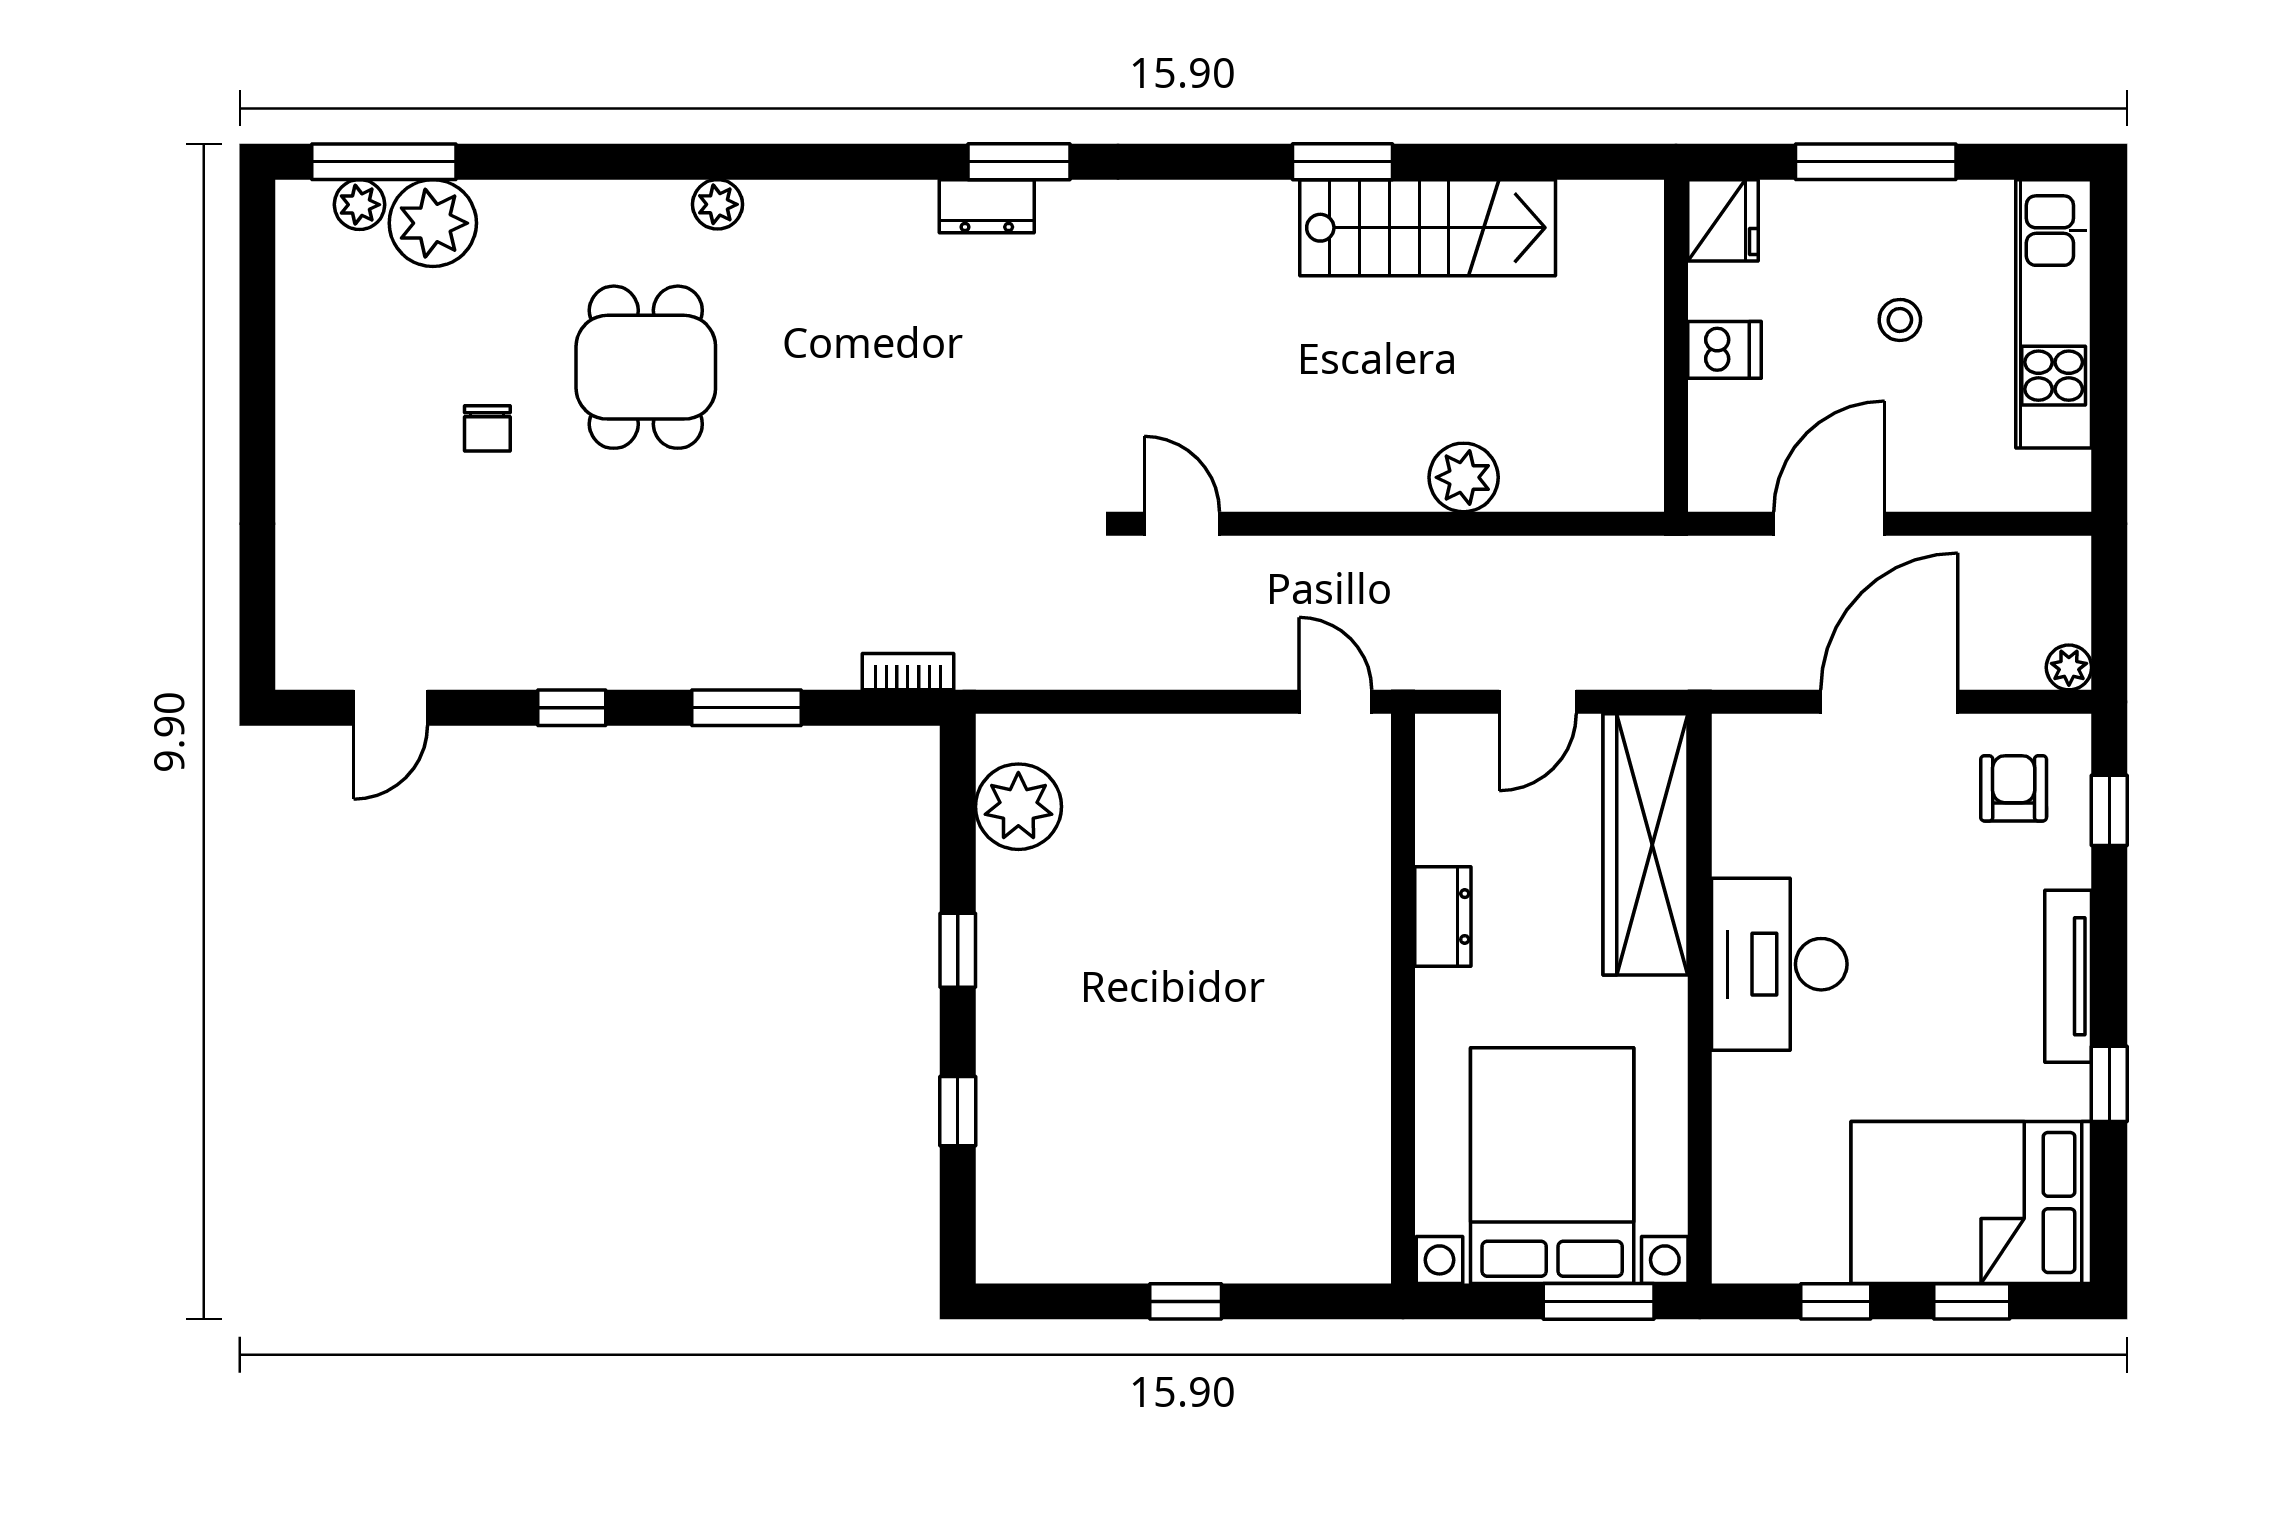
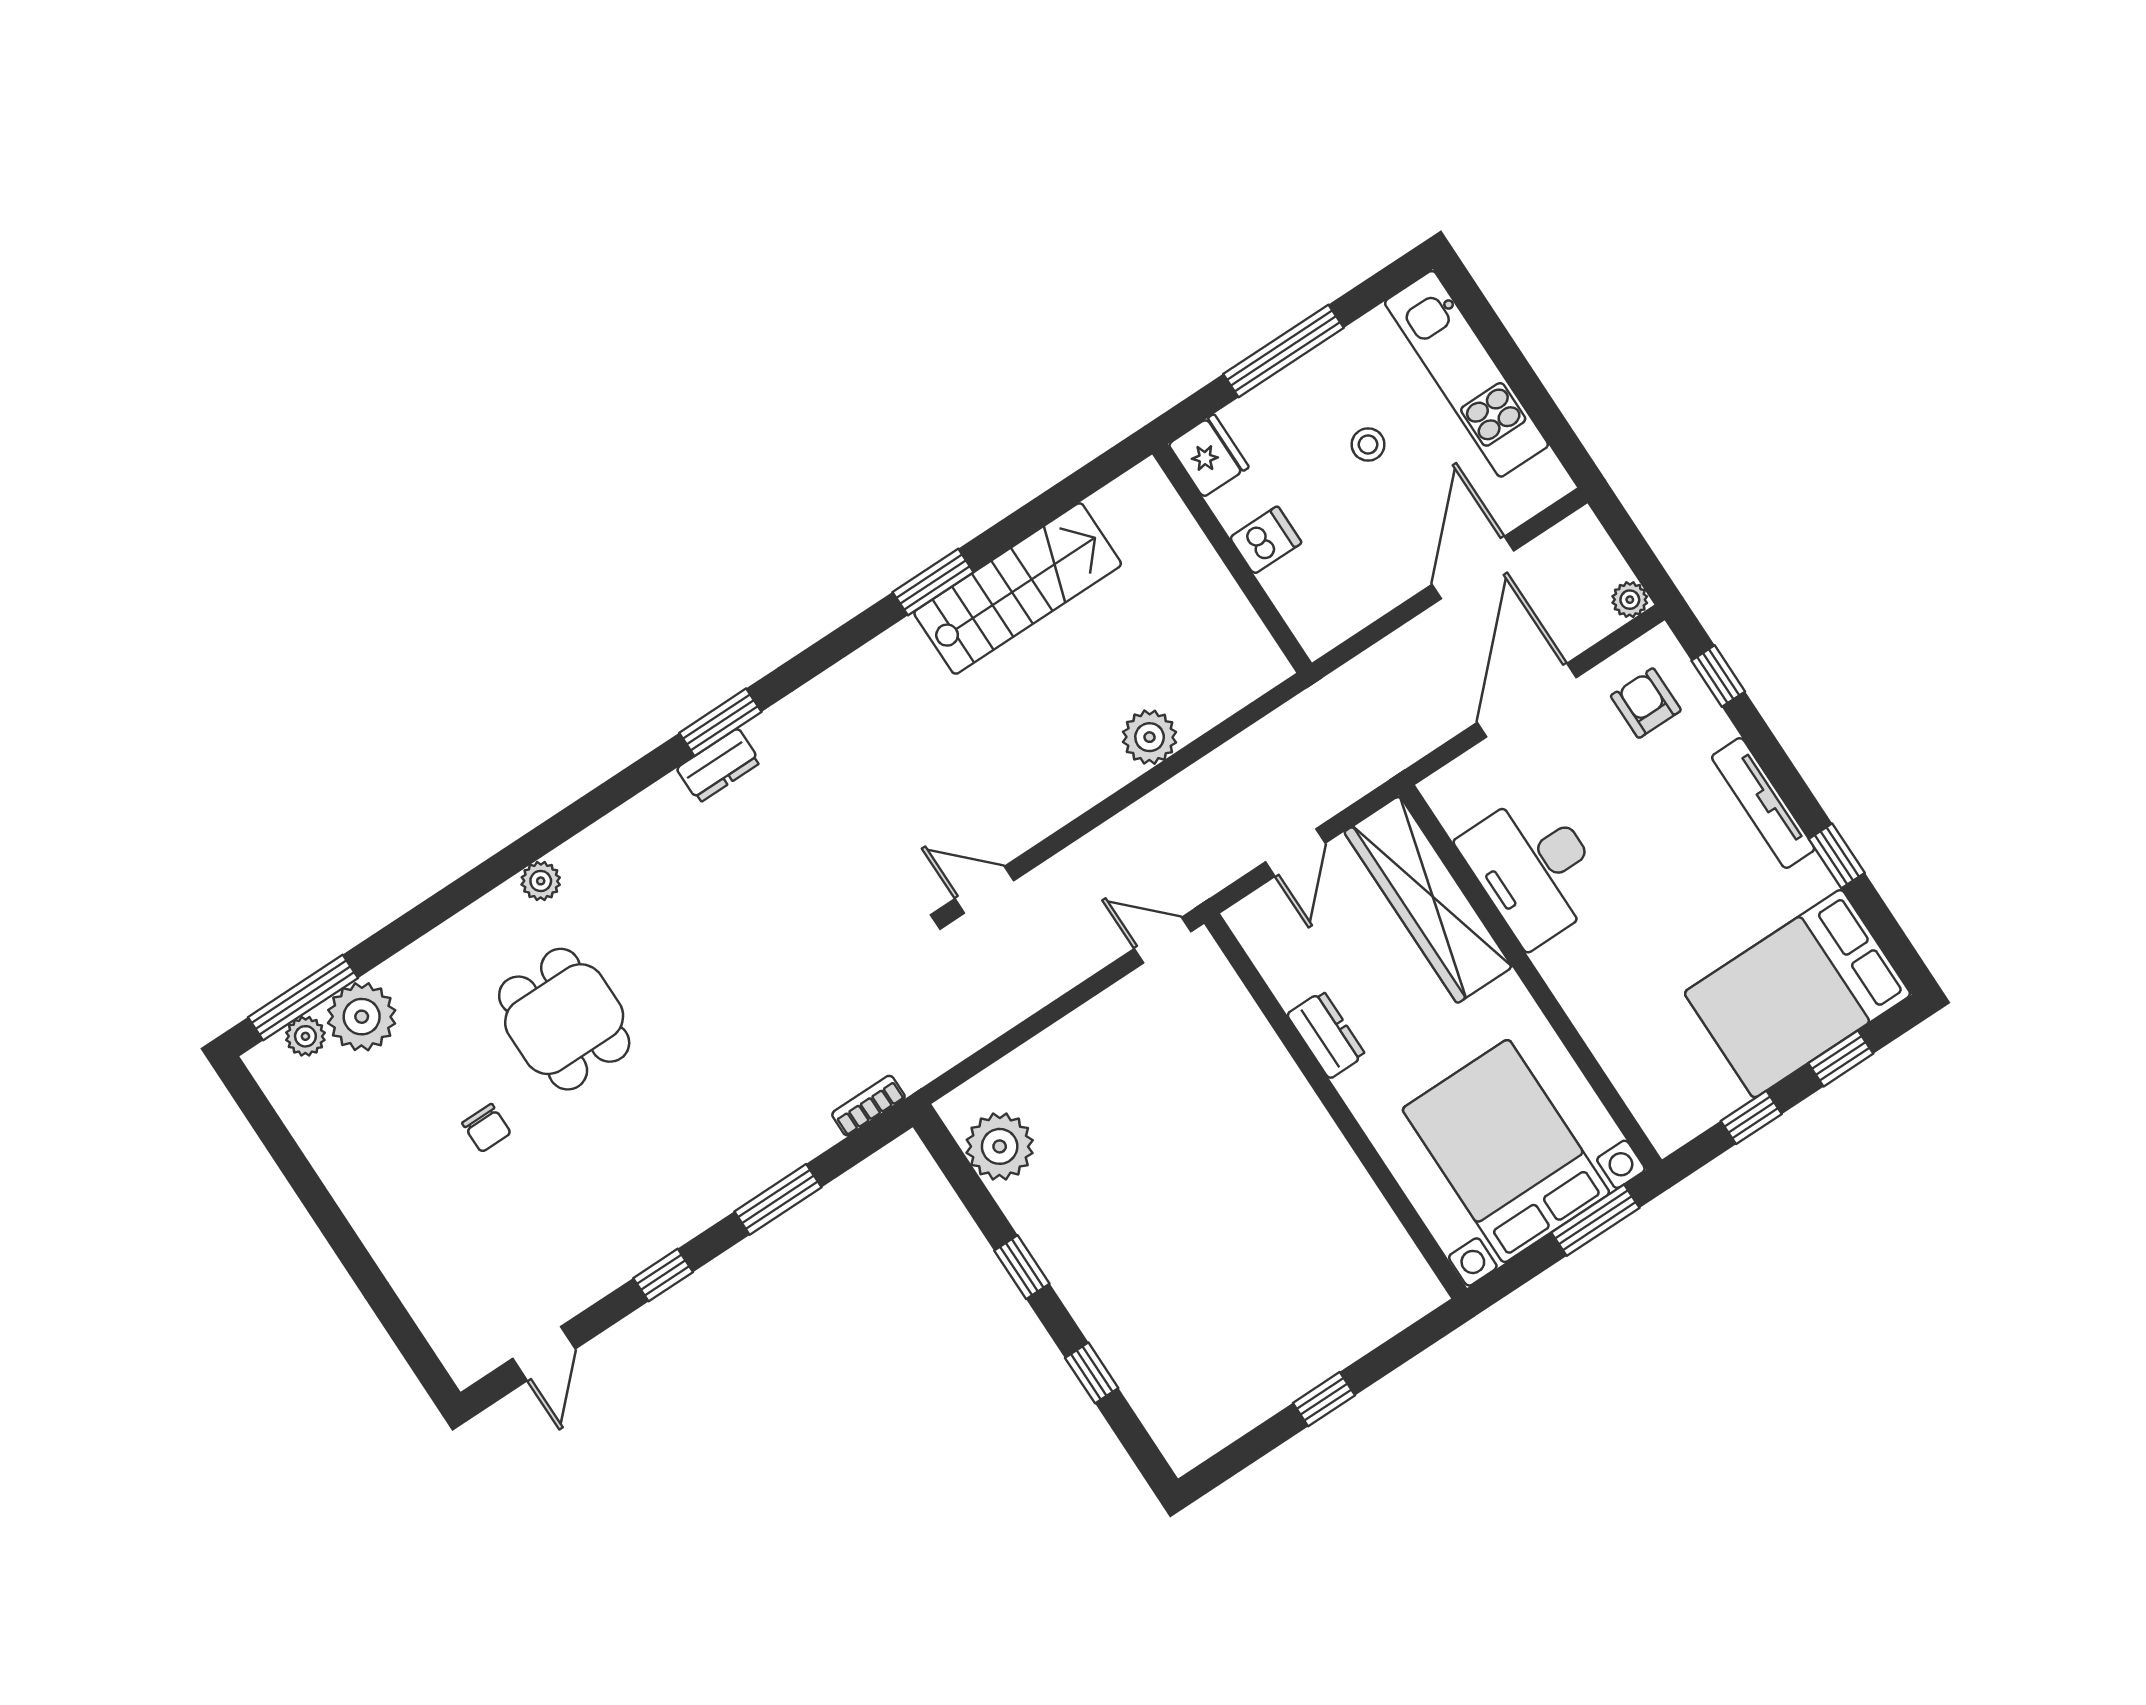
door: (1829, 524) -> (1473, 568), moved
desk: (1779, 964) -> (1534, 868), moved

